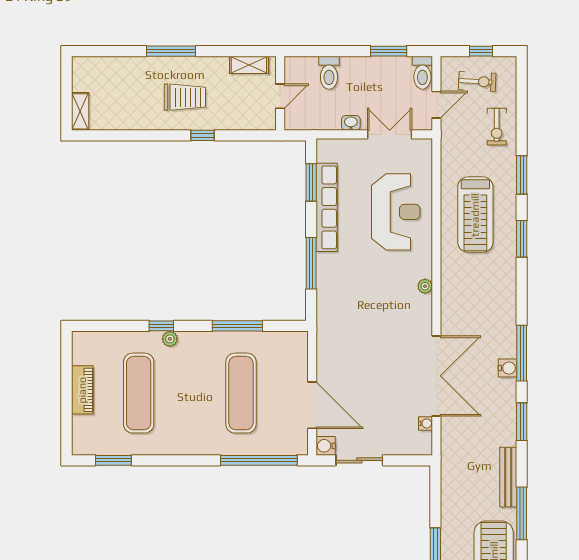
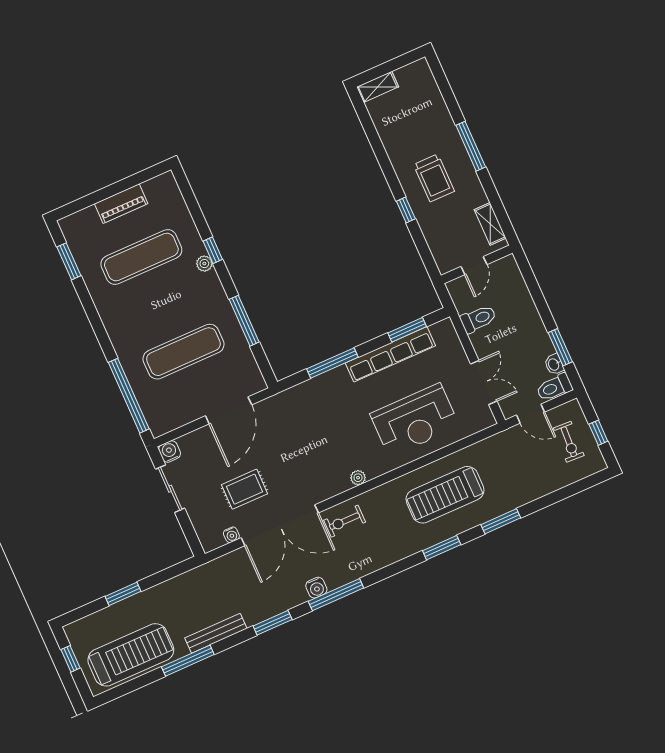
toilet: (329, 73) -> (478, 319), moved, turned 180
door: (280, 96) -> (474, 266), hinge flipped
washbasin: (351, 123) -> (554, 364), moved, turned 180
exercise bike: (497, 127) -> (345, 521), moved
rug: (390, 393) -> (244, 489), added
door: (312, 405) -> (229, 410), moved

